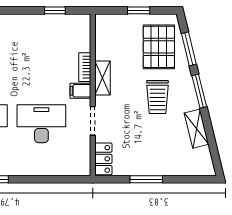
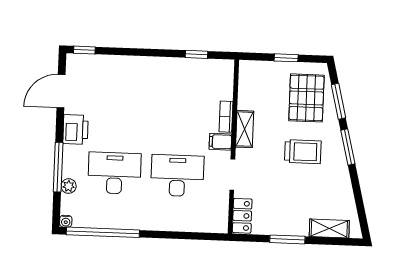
trolley: (157, 97) -> (303, 152), turned -90
shelving: (196, 129) -> (329, 228), moved, turned -76

